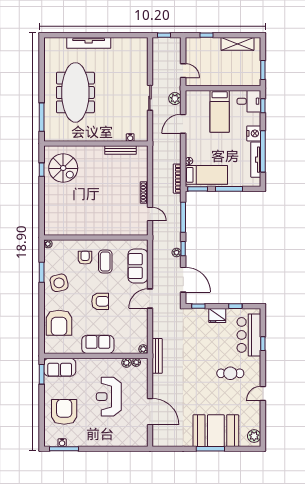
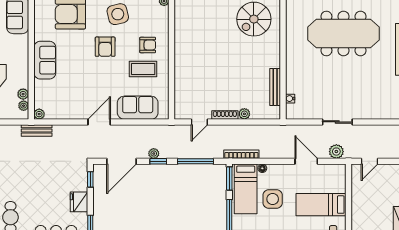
side table: (215, 152) -> (273, 199), added
plant: (143, 176) -> (244, 114), added
door: (150, 299) -> (99, 122), hinge flipped
armchair: (100, 301) -> (105, 47), moved
bench: (157, 356) -> (37, 130), width x0.73

